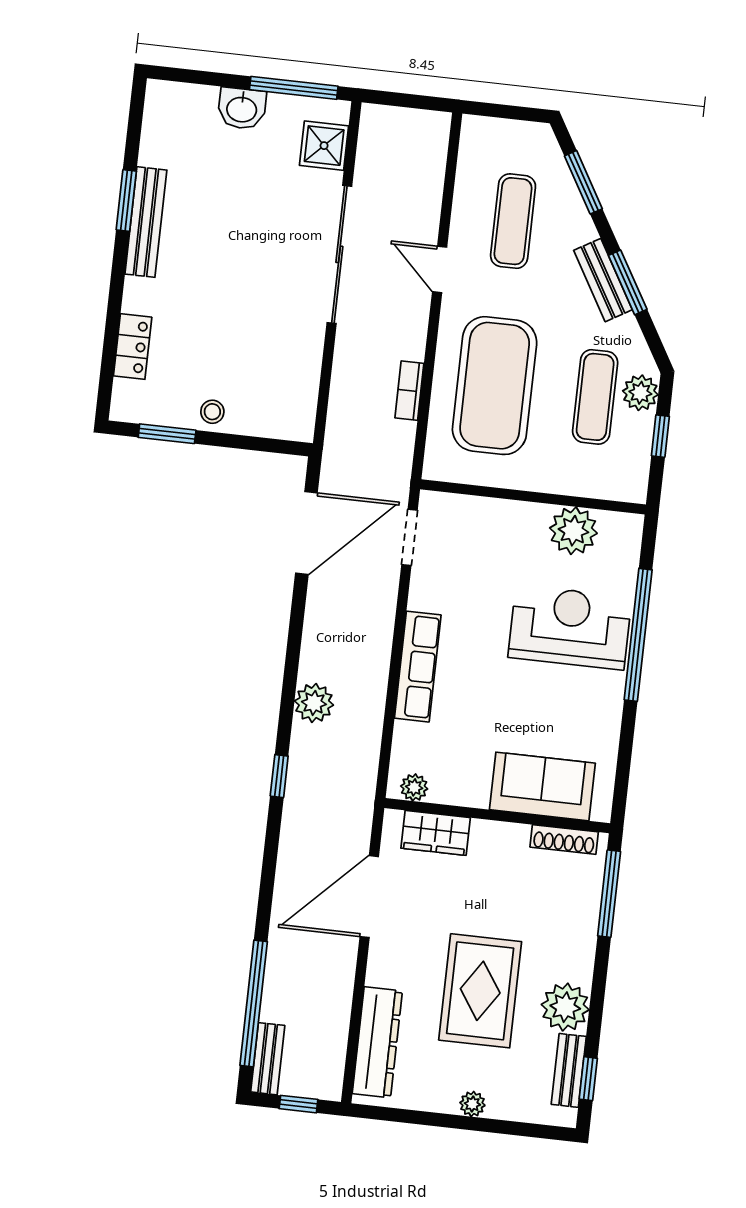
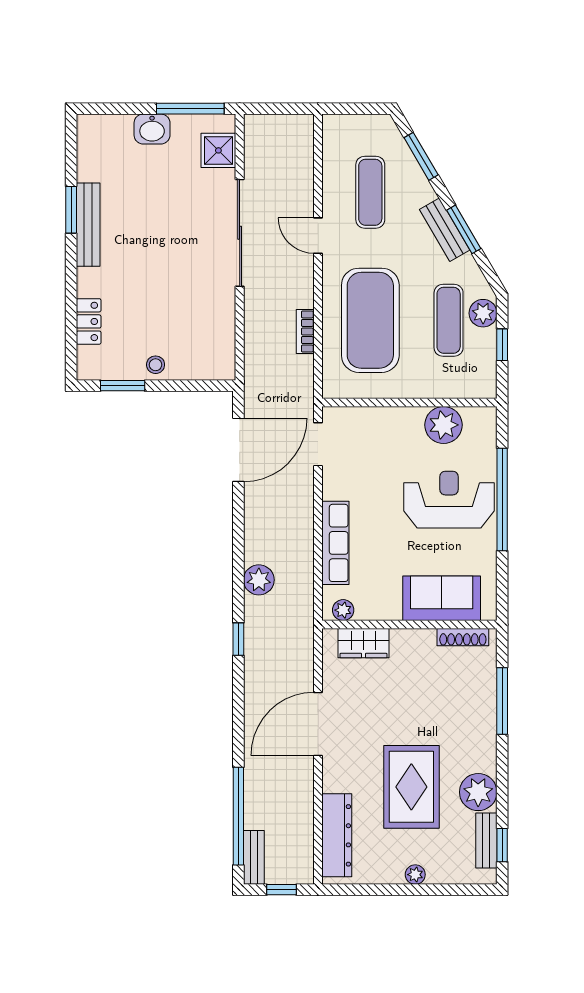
sofa: (542, 786) -> (442, 598), moved
plant: (414, 787) -> (343, 610), moved
wall: (497, 816) -> (409, 625), moved
wardrobe: (436, 833) -> (363, 643), moved
shoe rack: (564, 840) -> (463, 637), moved

